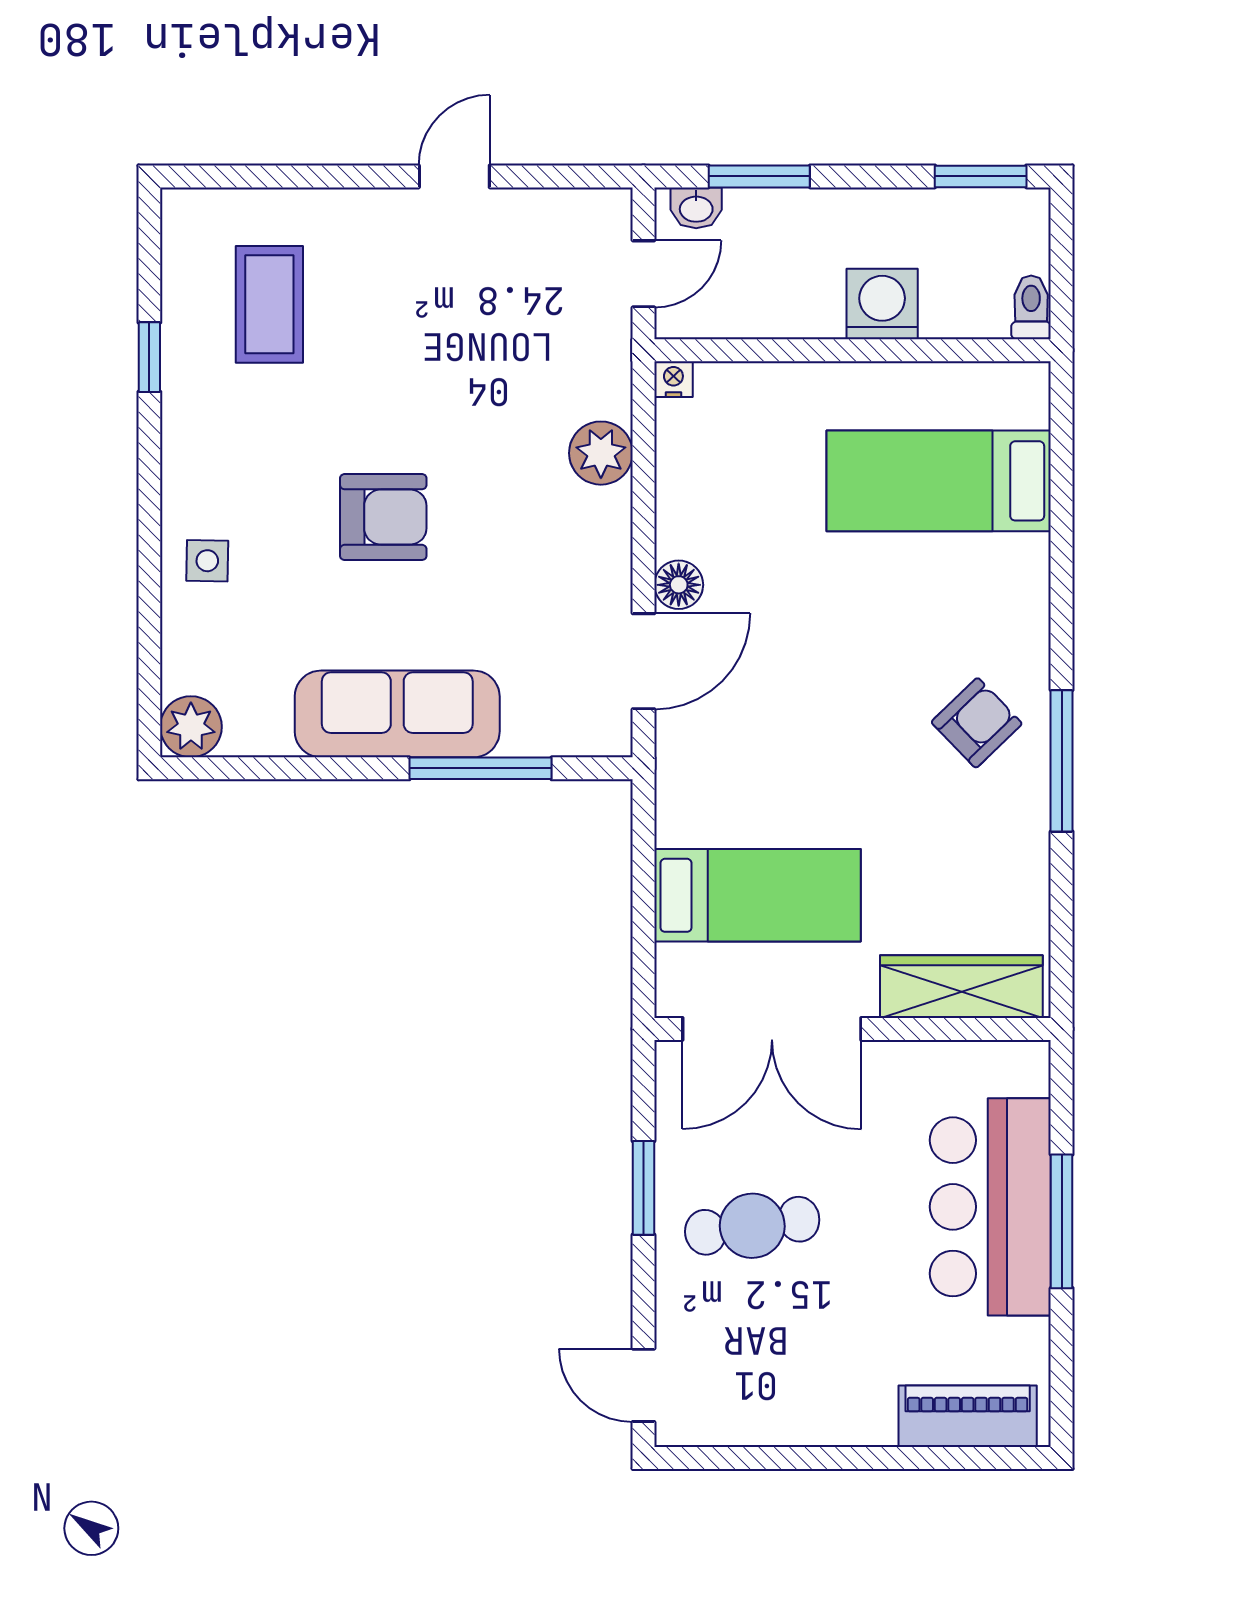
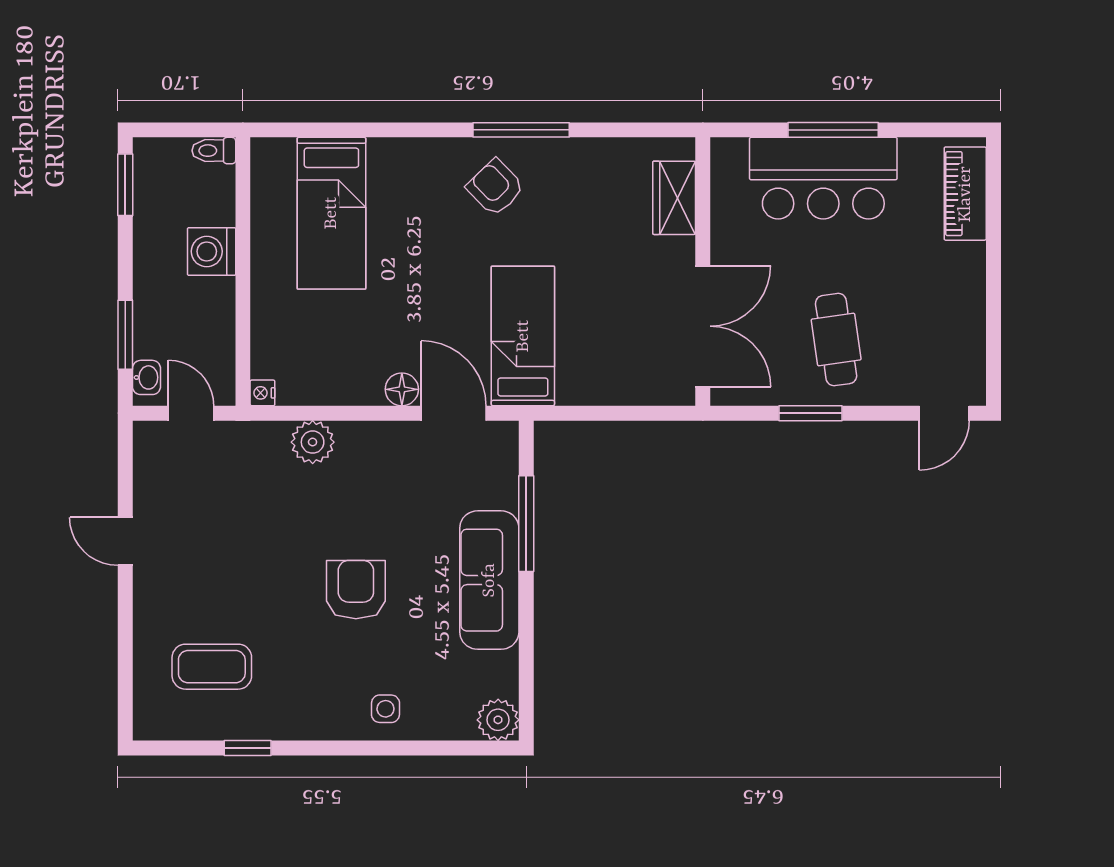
bed: (757, 895) -> (523, 336), moved
wardrobe: (961, 987) -> (674, 198), width x0.67

